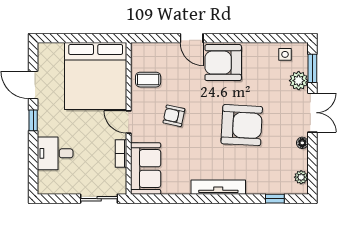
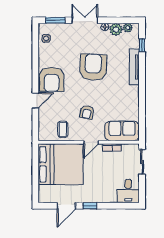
plant: (299, 81) -> (116, 29), moved
desk: (55, 153) -> (128, 191), moved
tv unit: (218, 187) -> (134, 67), moved

